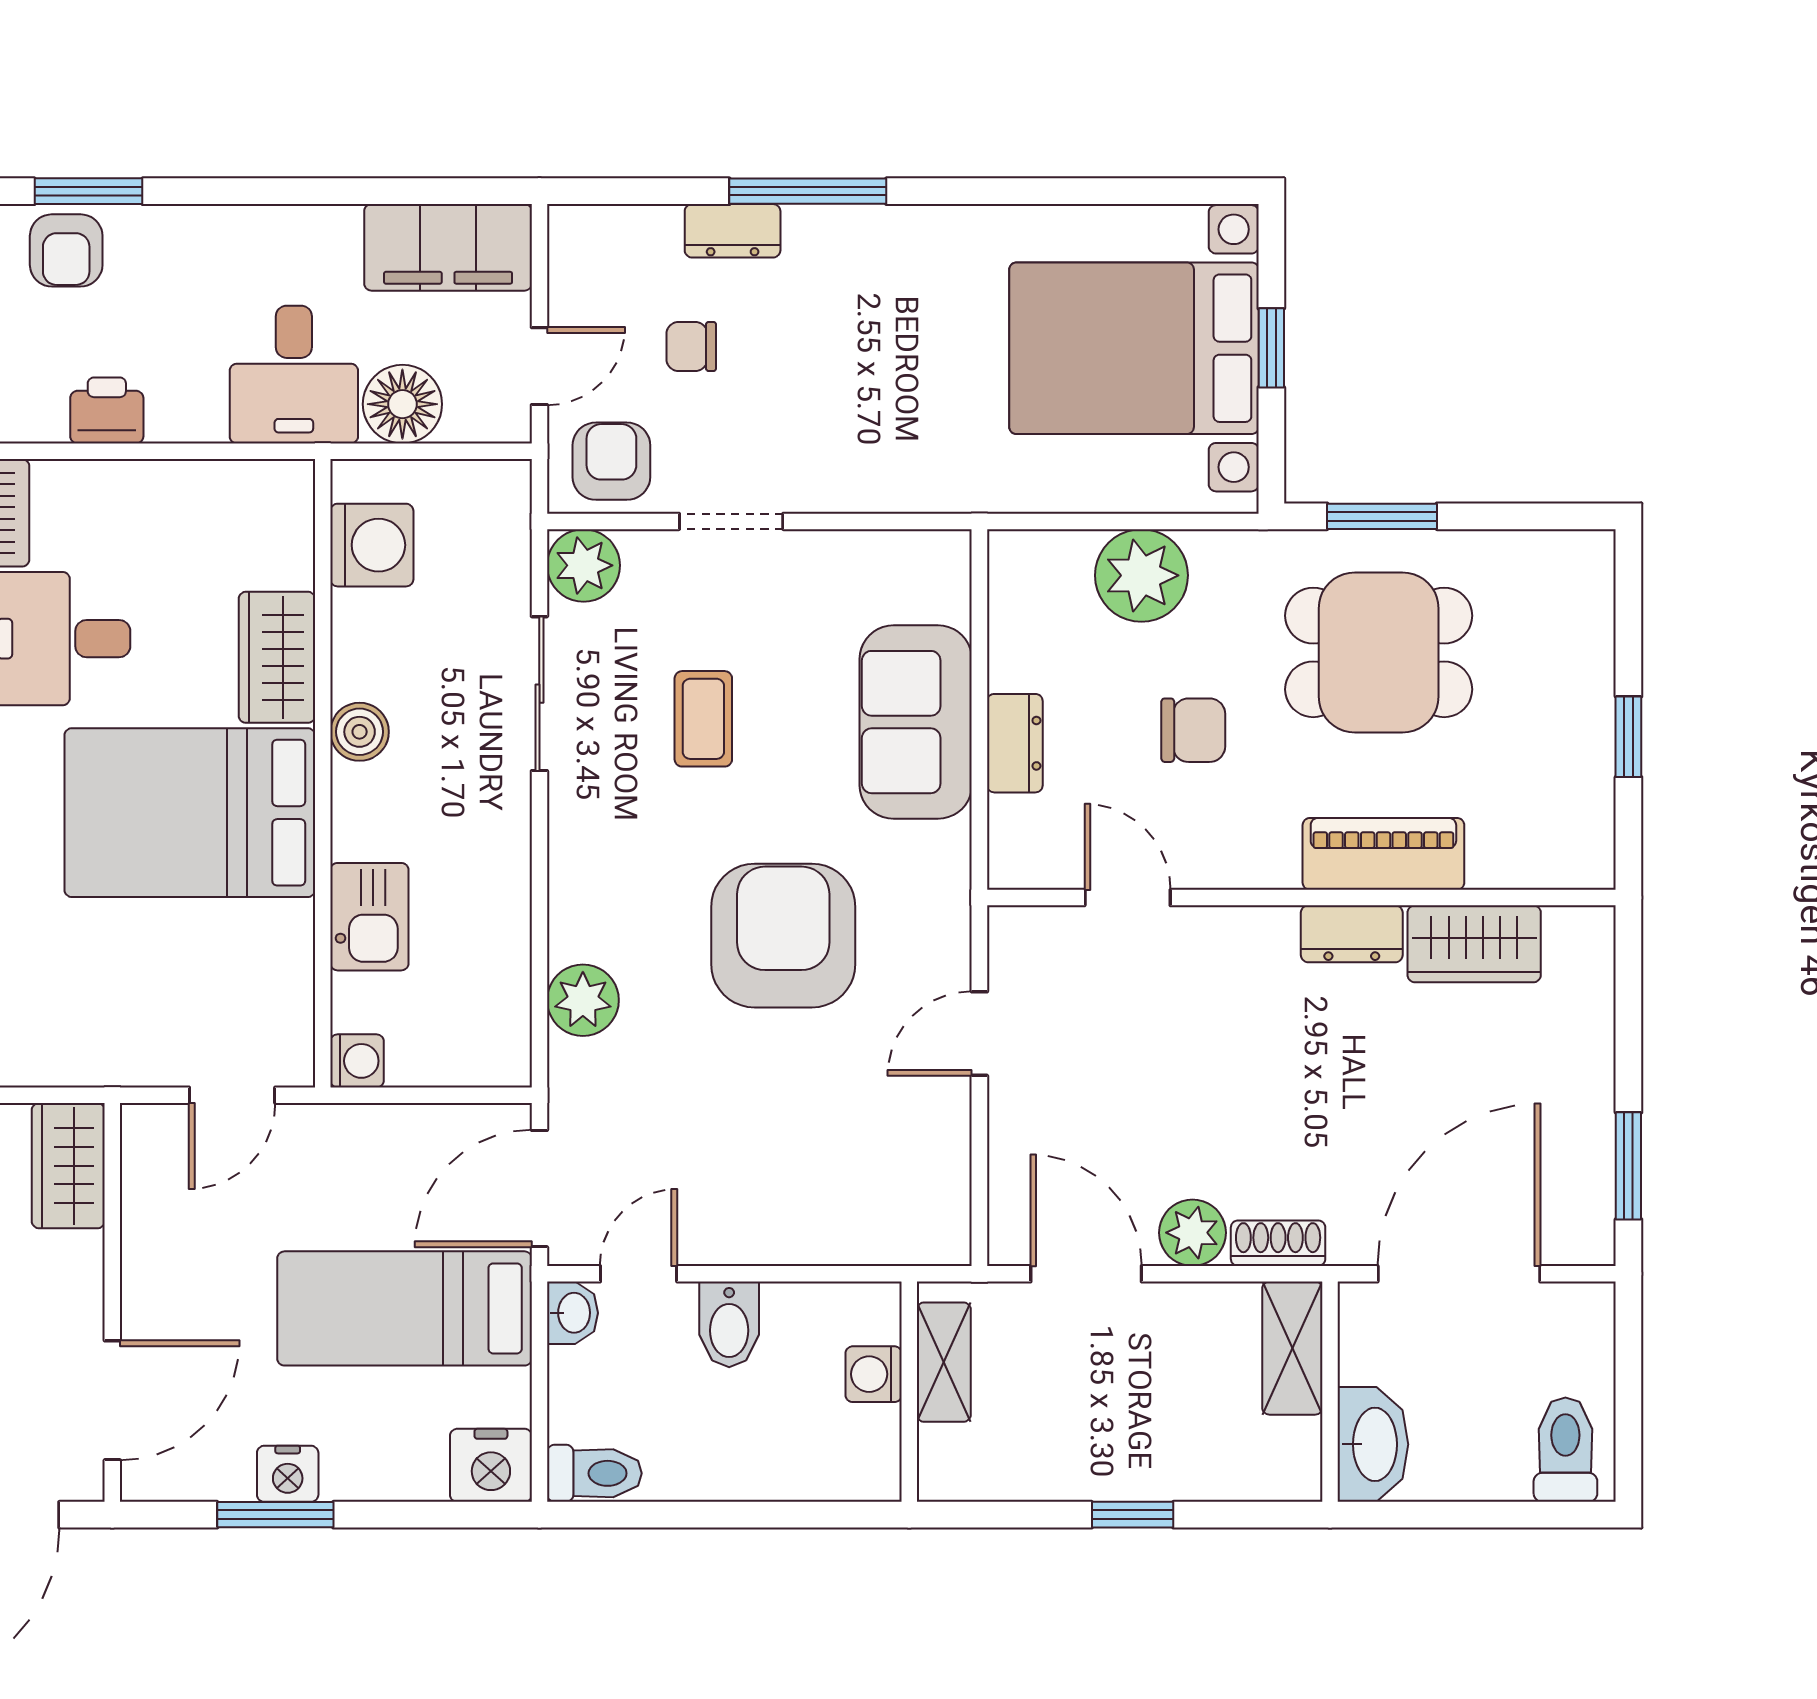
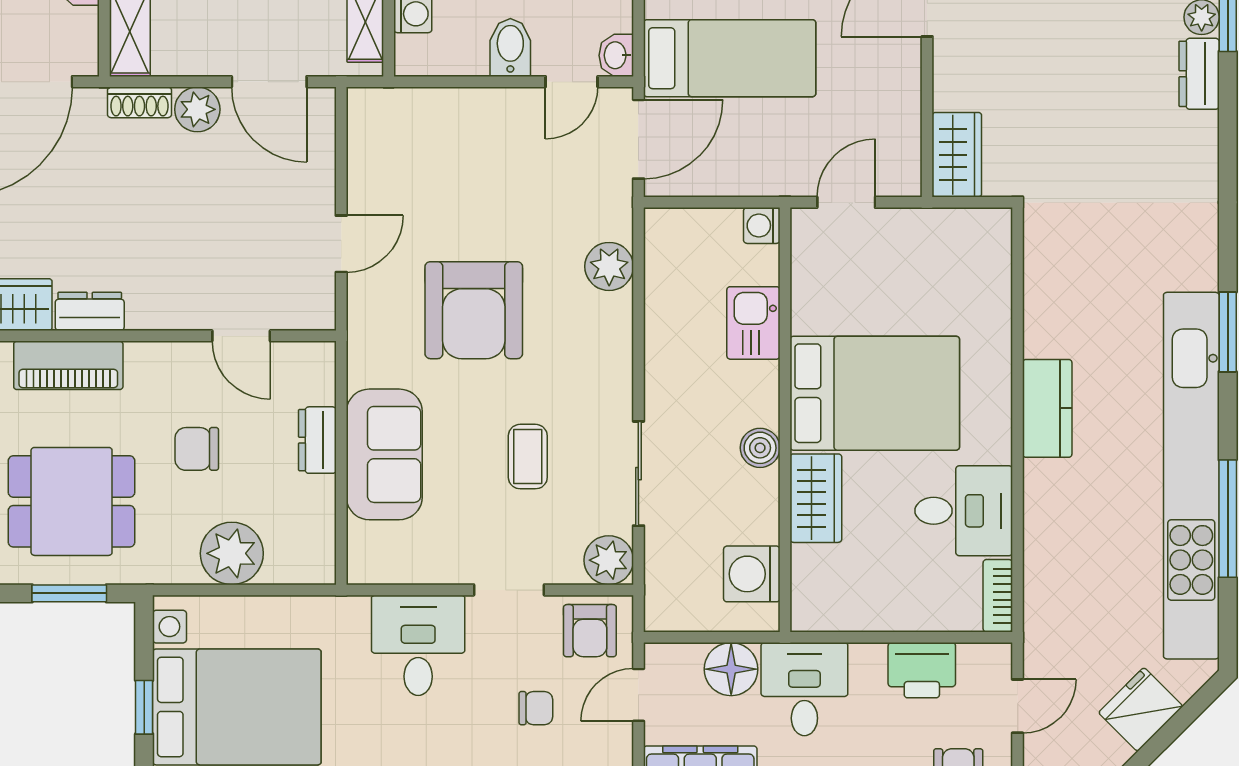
printer: (107, 411) -> (922, 670), width x1.36, depth x1.24
desk: (866, 439) -> (418, 645), added

